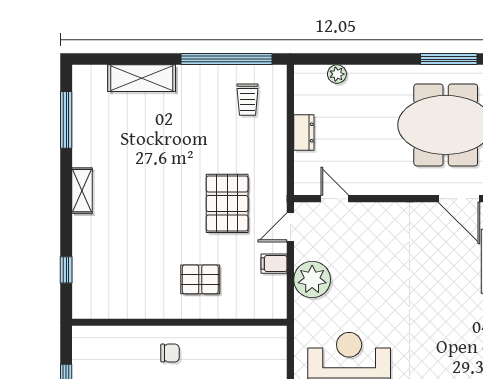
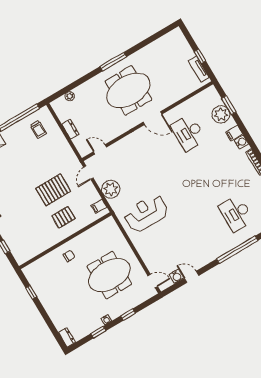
pallet: (227, 203) -> (53, 190), moved, turned 90
filing cabinet: (274, 264) -> (99, 206), moved

